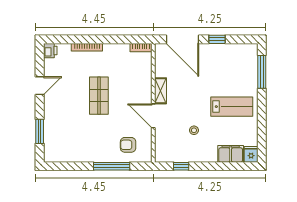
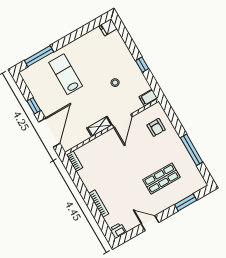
shop shelf: (99, 96) -> (161, 179), moved
lab bench: (232, 107) -> (66, 74), moved
filing cabinet: (231, 154) -> (148, 98), moved, width x0.50
window: (112, 166) -> (192, 150), moved
window: (181, 166) -> (142, 65), moved

